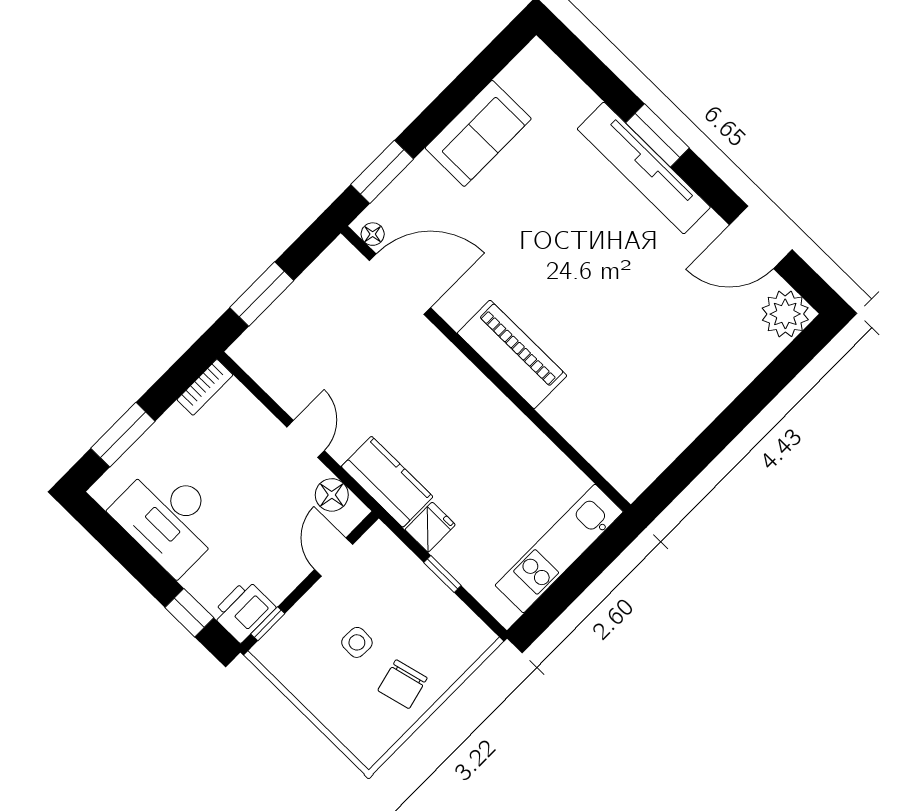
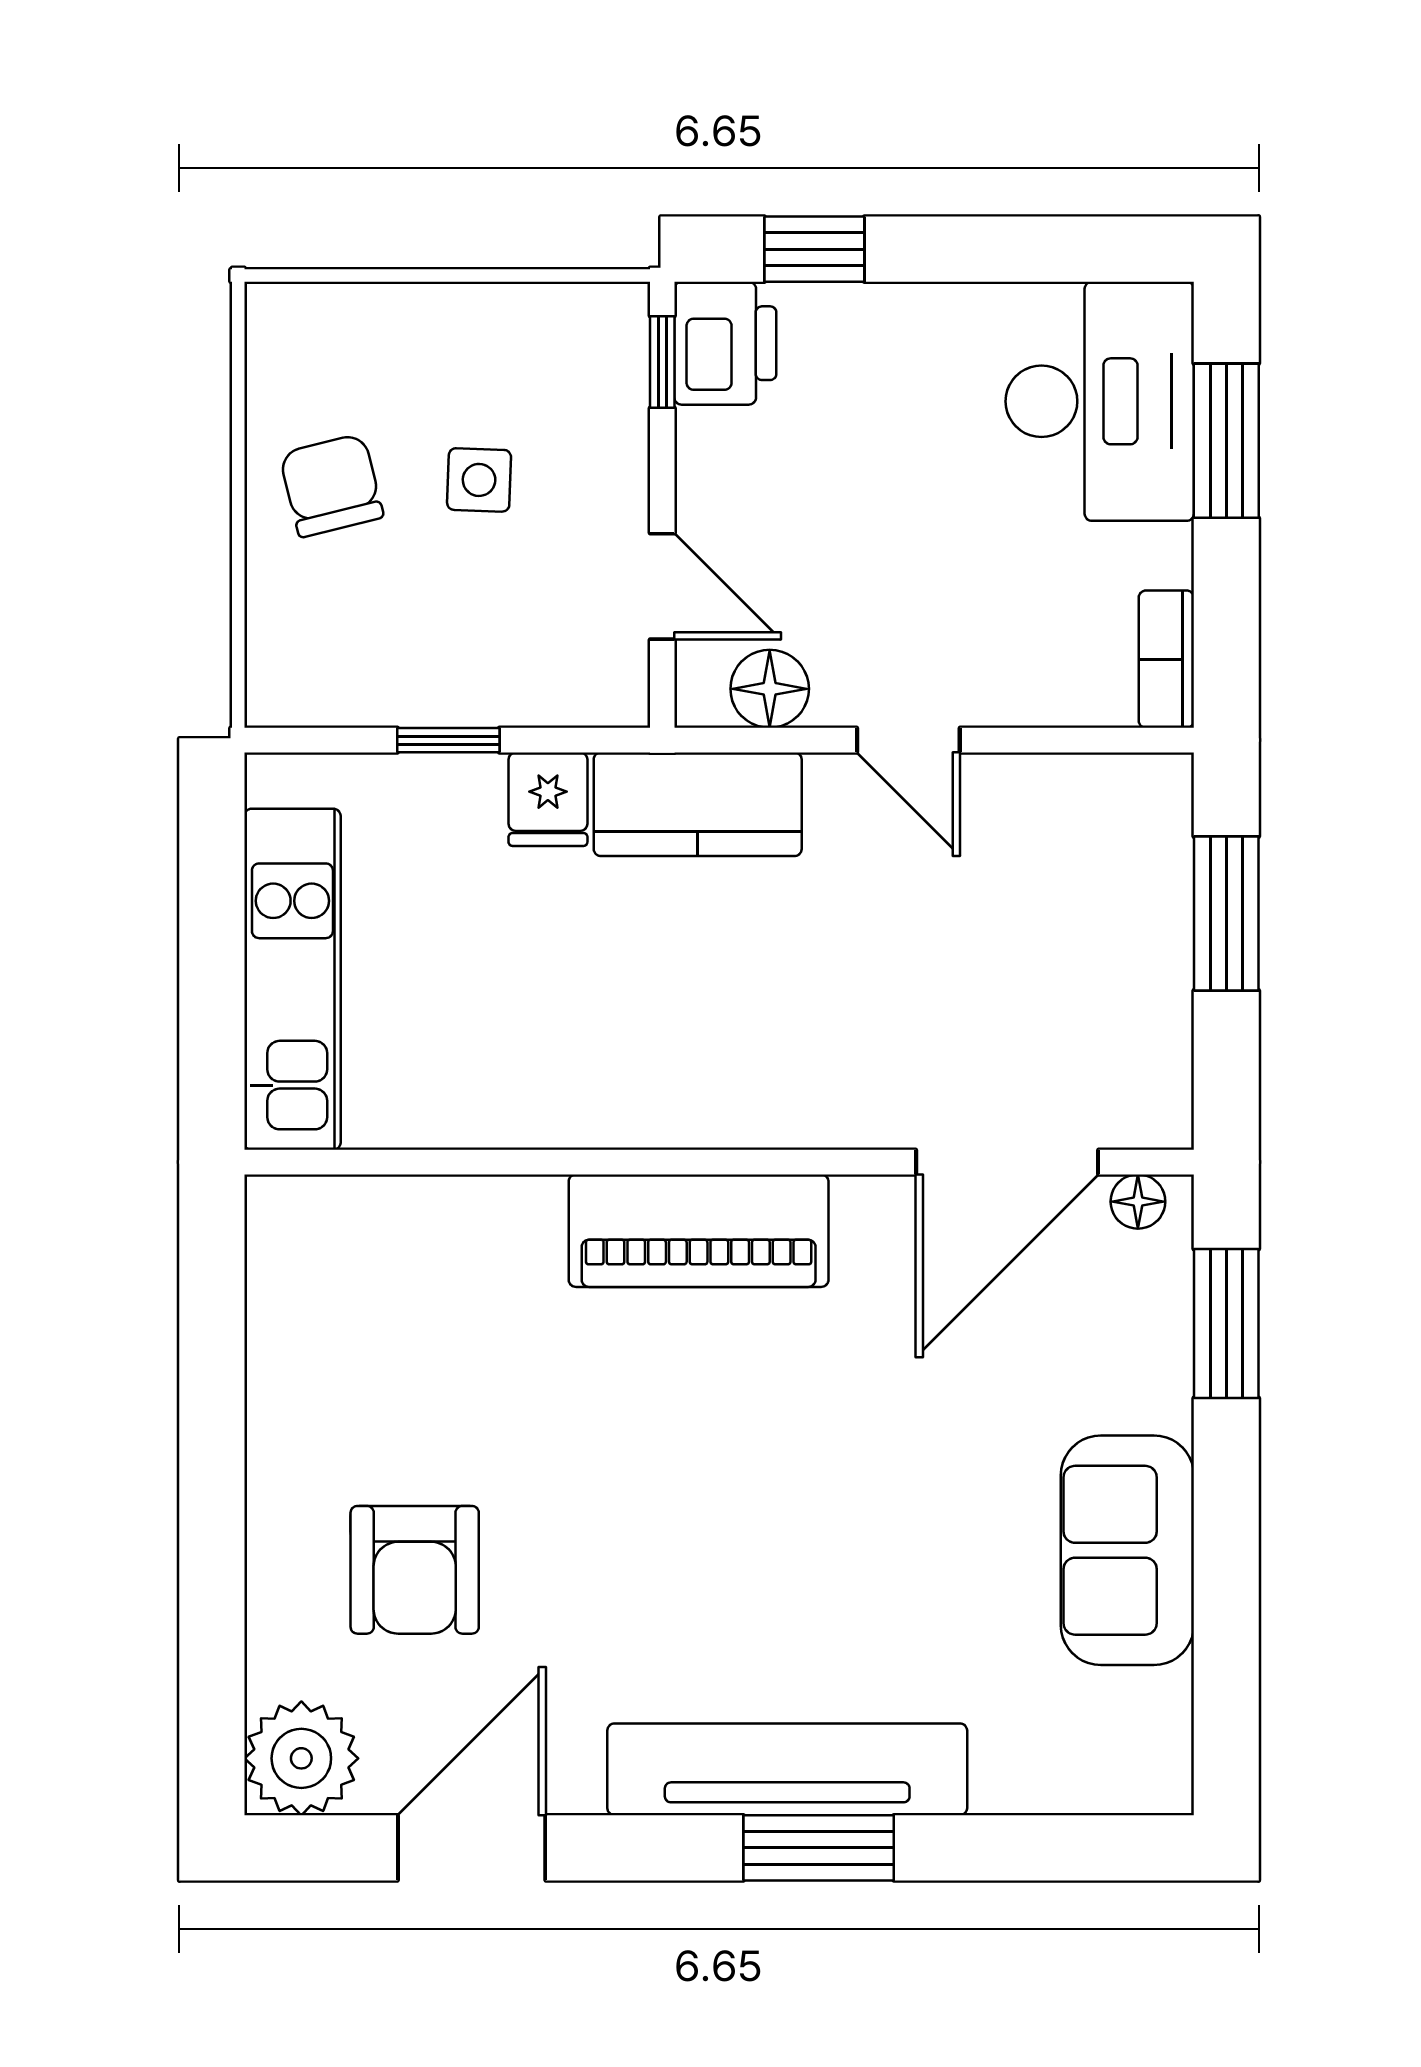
armchair: (696, 337) -> (415, 1570), added
desk: (169, 518) -> (1100, 401), moved, turned 90

